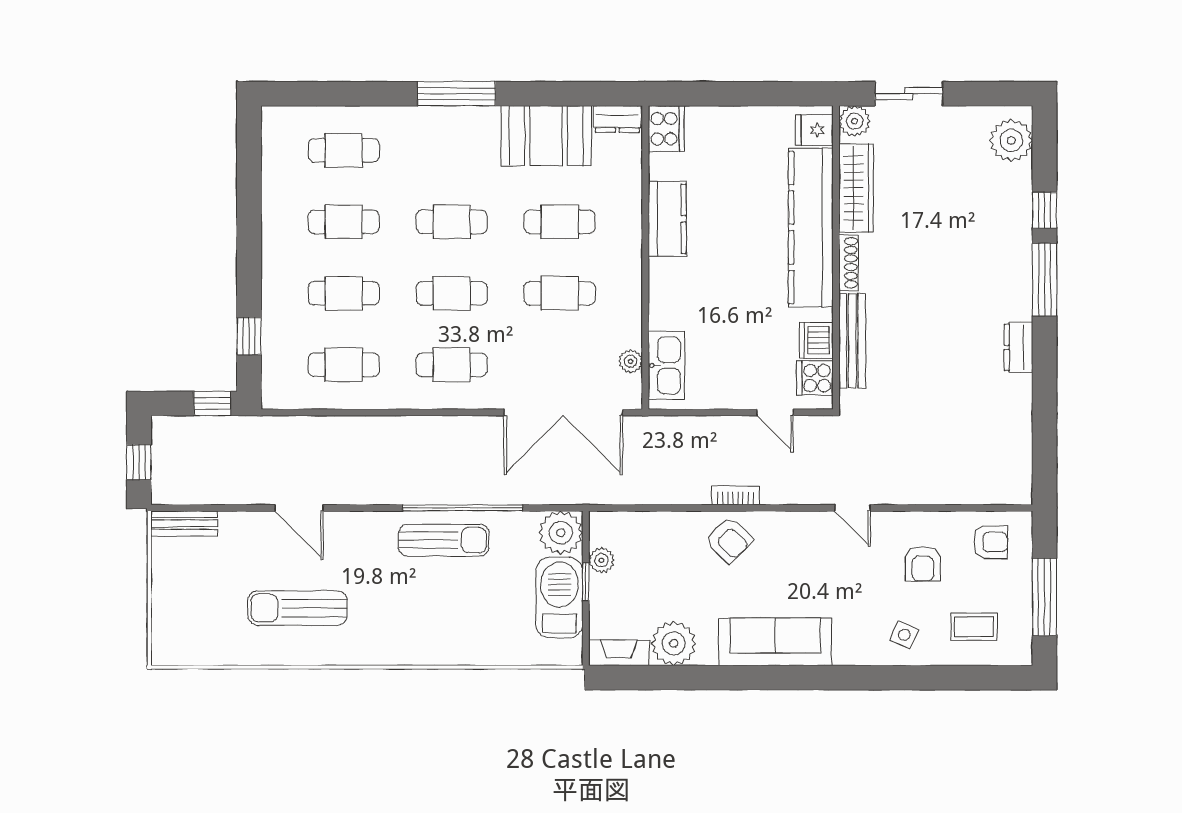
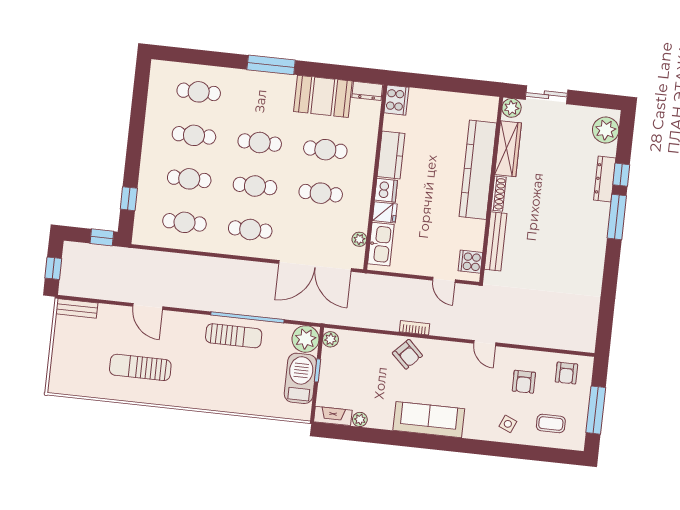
fridge: (814, 130) -> (385, 212), moved, turned 180
dishwasher: (816, 340) -> (386, 190), moved, turned 180
dresser: (1018, 347) -> (605, 179), moved, width x1.44
armchair: (990, 542) -> (566, 373), turned 90
plant: (601, 560) -> (330, 339), moved
plant: (674, 643) -> (360, 419), width x0.53, depth x0.53

